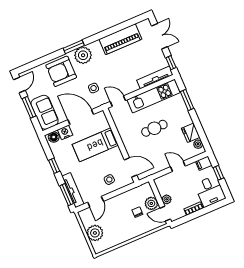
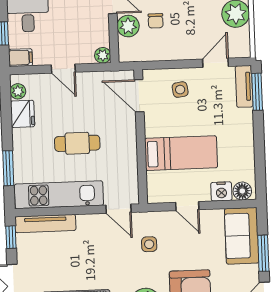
door: (81, 117) -> (187, 206), width x0.53
window: (54, 166) -> (259, 145), removed
tv unit: (73, 190) -> (244, 86), width x0.71
plant: (167, 199) -> (103, 55), moved

